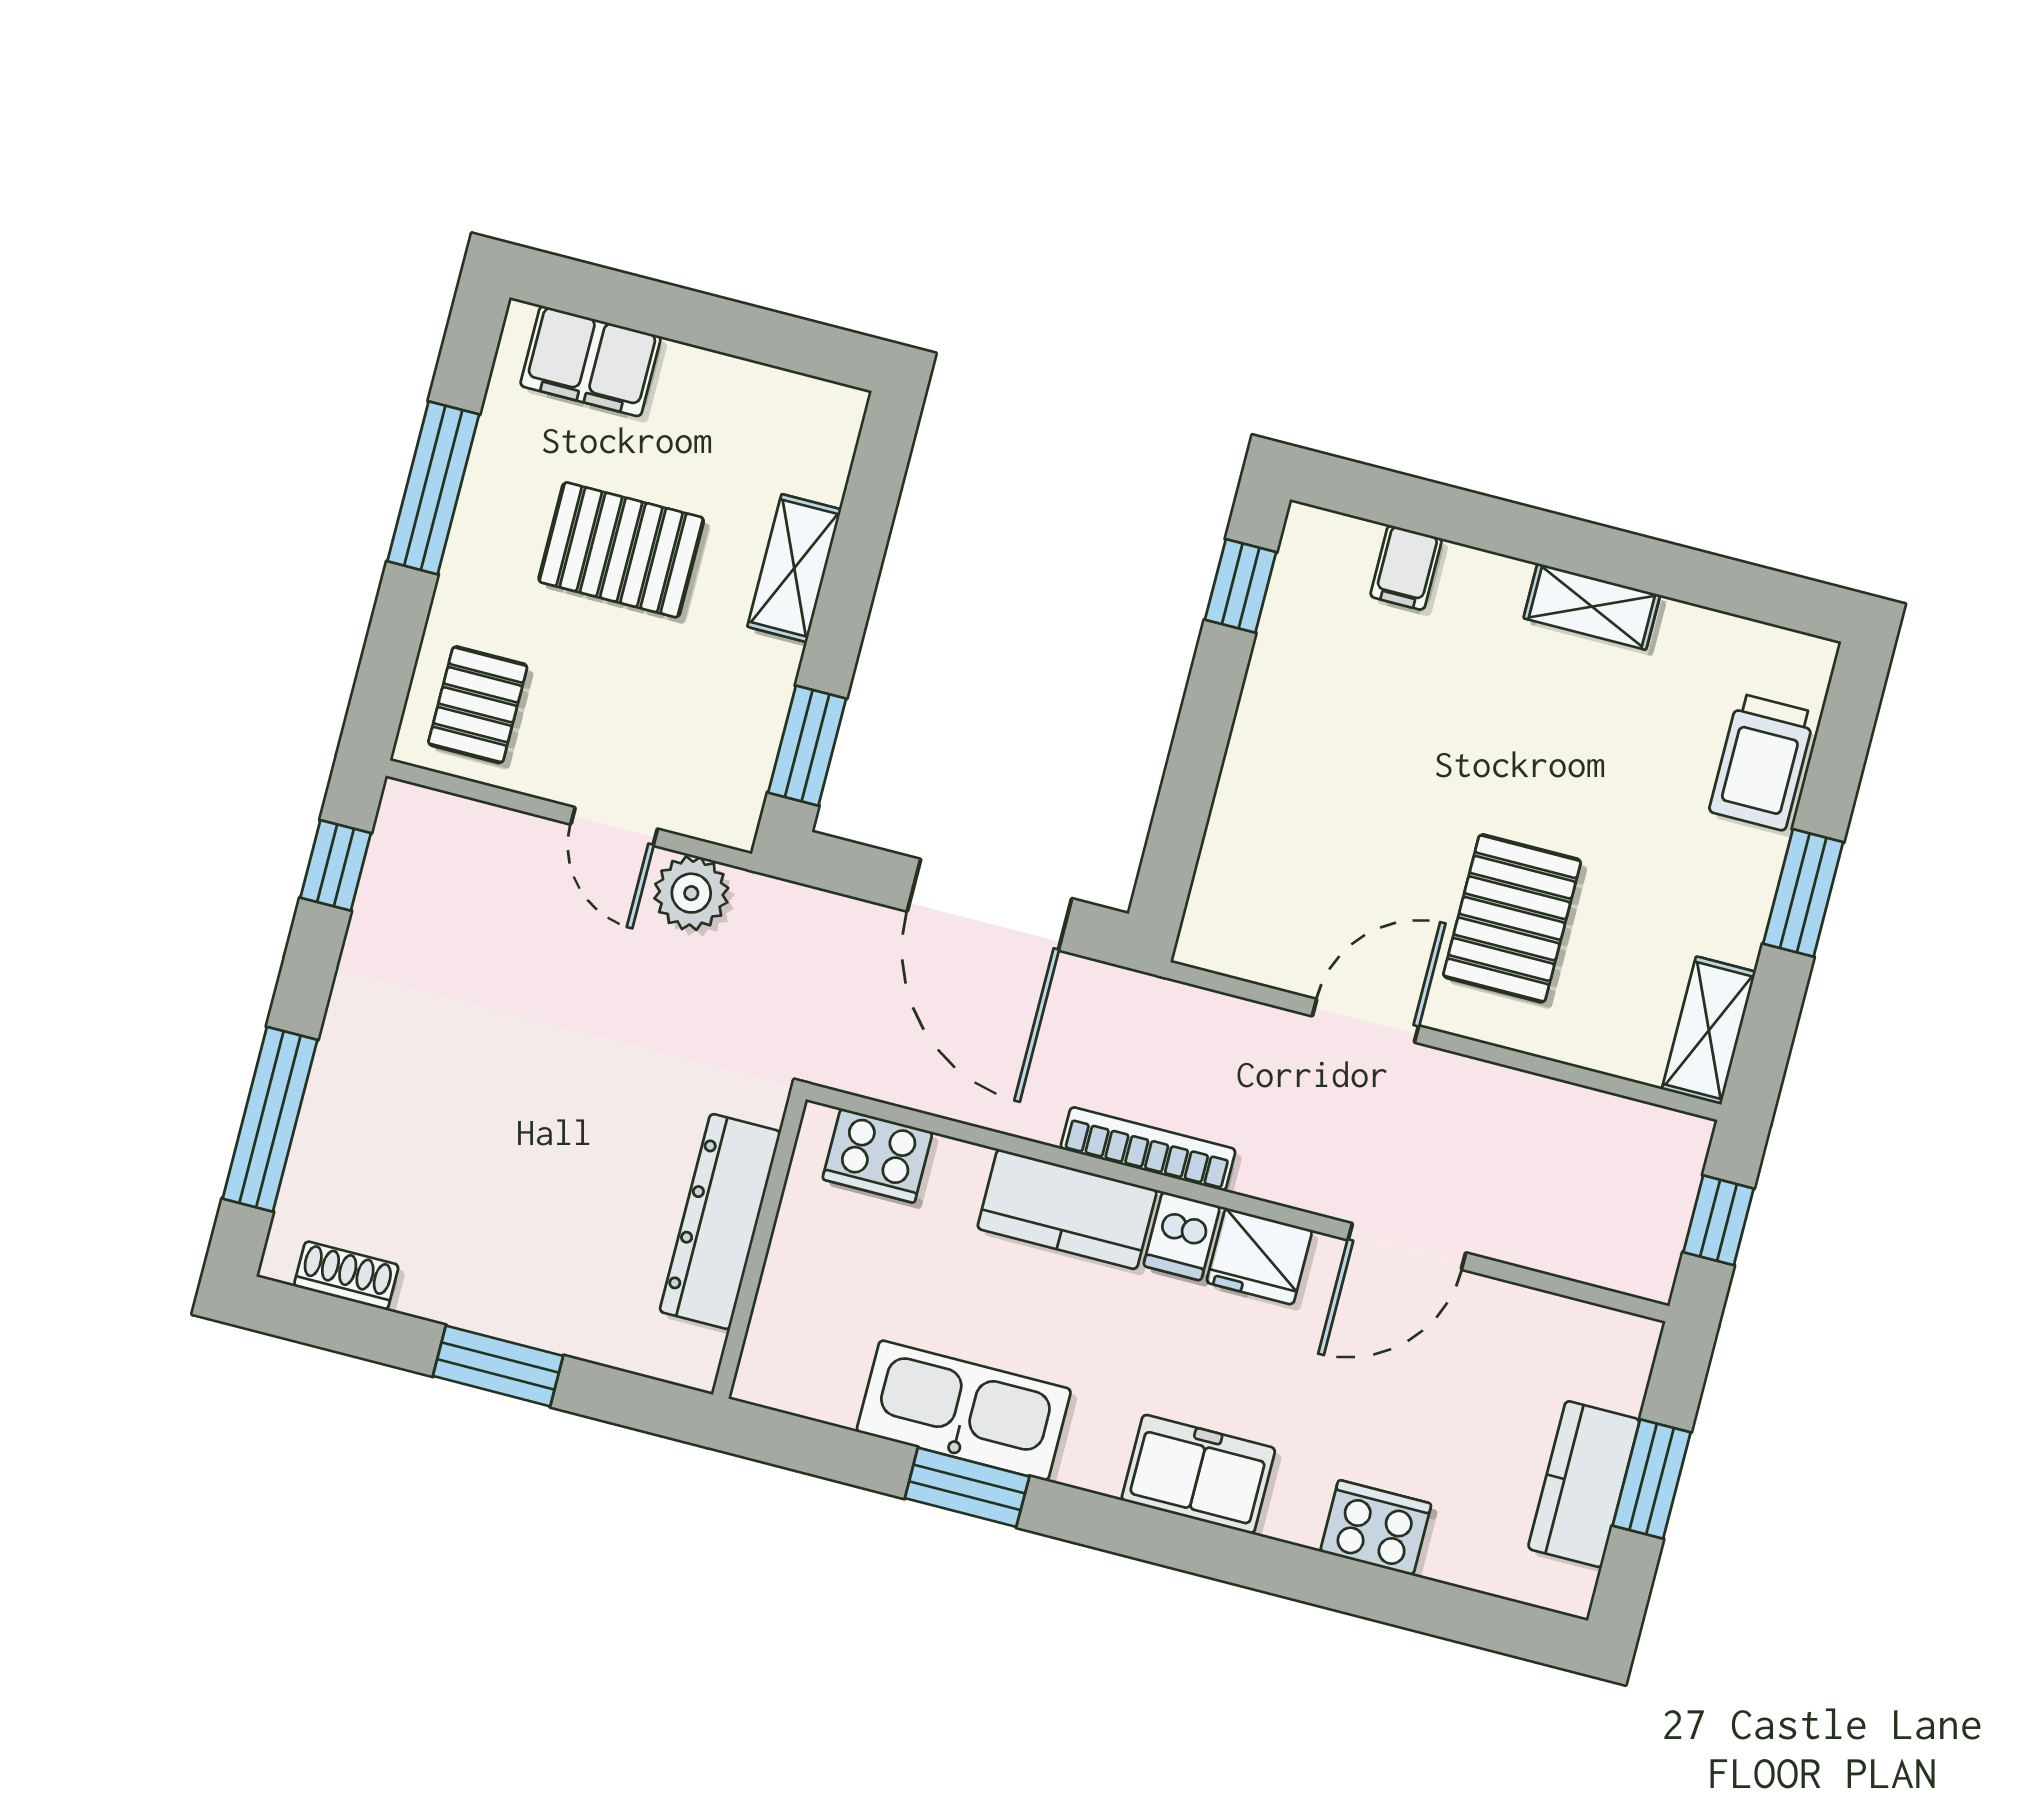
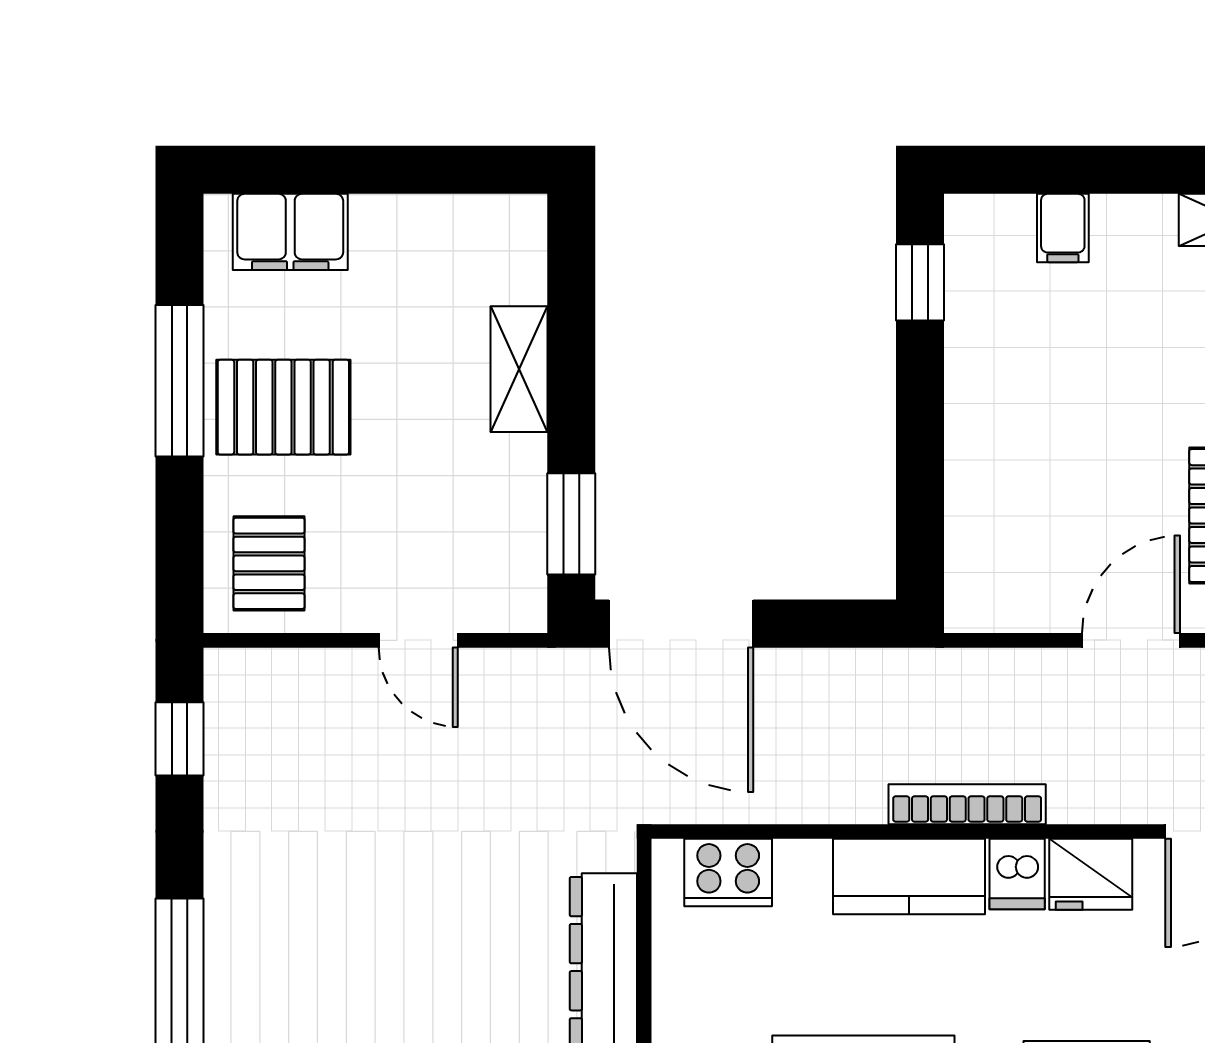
pallet: (621, 550) -> (283, 407), moved
plant: (691, 893) -> (502, 682), removed
door: (990, 905) -> (681, 624), moved

